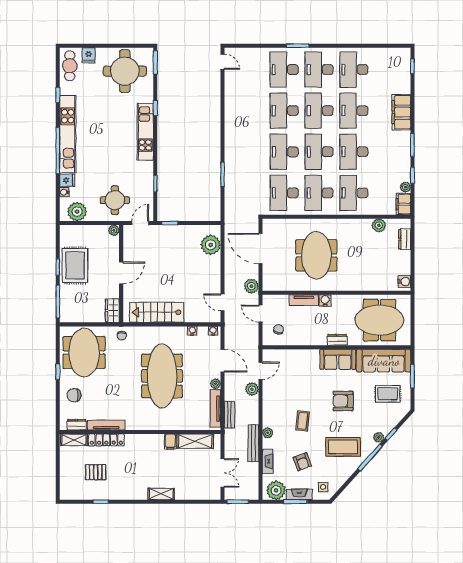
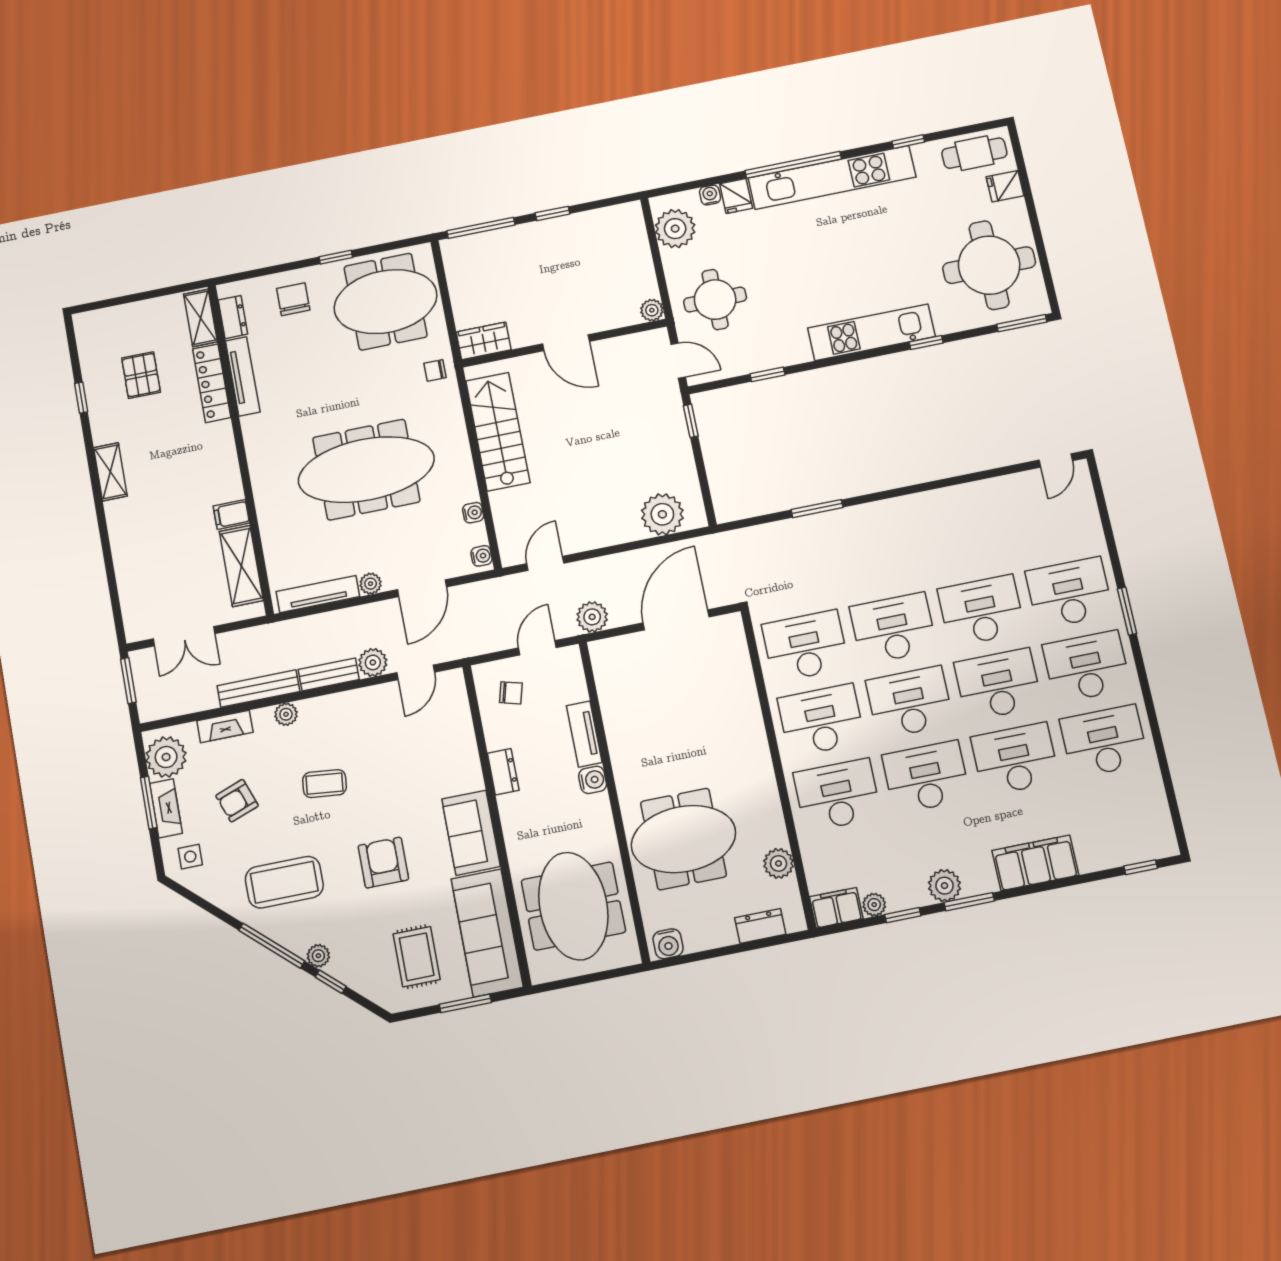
plant: (403, 154) -> (944, 886), added
meeting table: (316, 255) -> (683, 839), moved
rug: (75, 265) -> (563, 247), removed
dresser: (337, 340) -> (503, 772), moved
door: (260, 371) -> (416, 672), hinge flipped
bench: (229, 415) -> (329, 675), moved
coffee table: (343, 447) -> (284, 882), turned 90
shelving: (161, 494) -> (110, 472), moved

